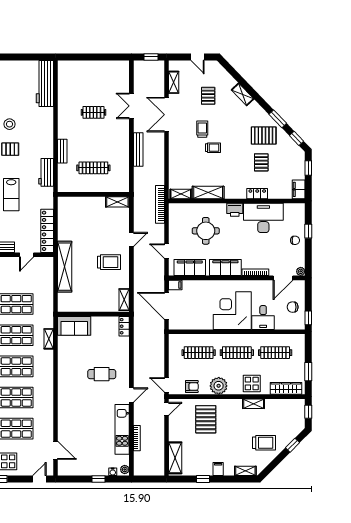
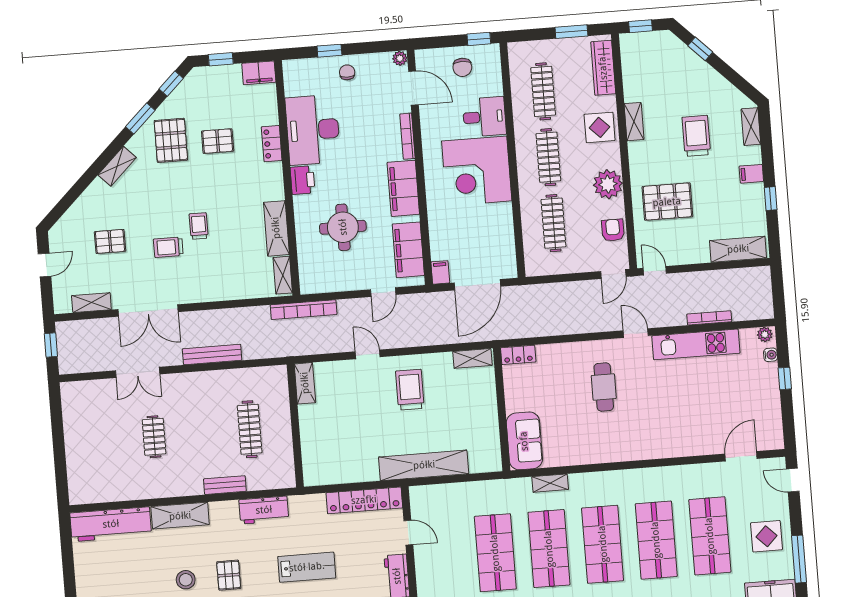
shelving: (243, 94) -> (117, 166), moved
shelving: (47, 124) -> (180, 516), added
trolley: (264, 443) -> (696, 136), moved

